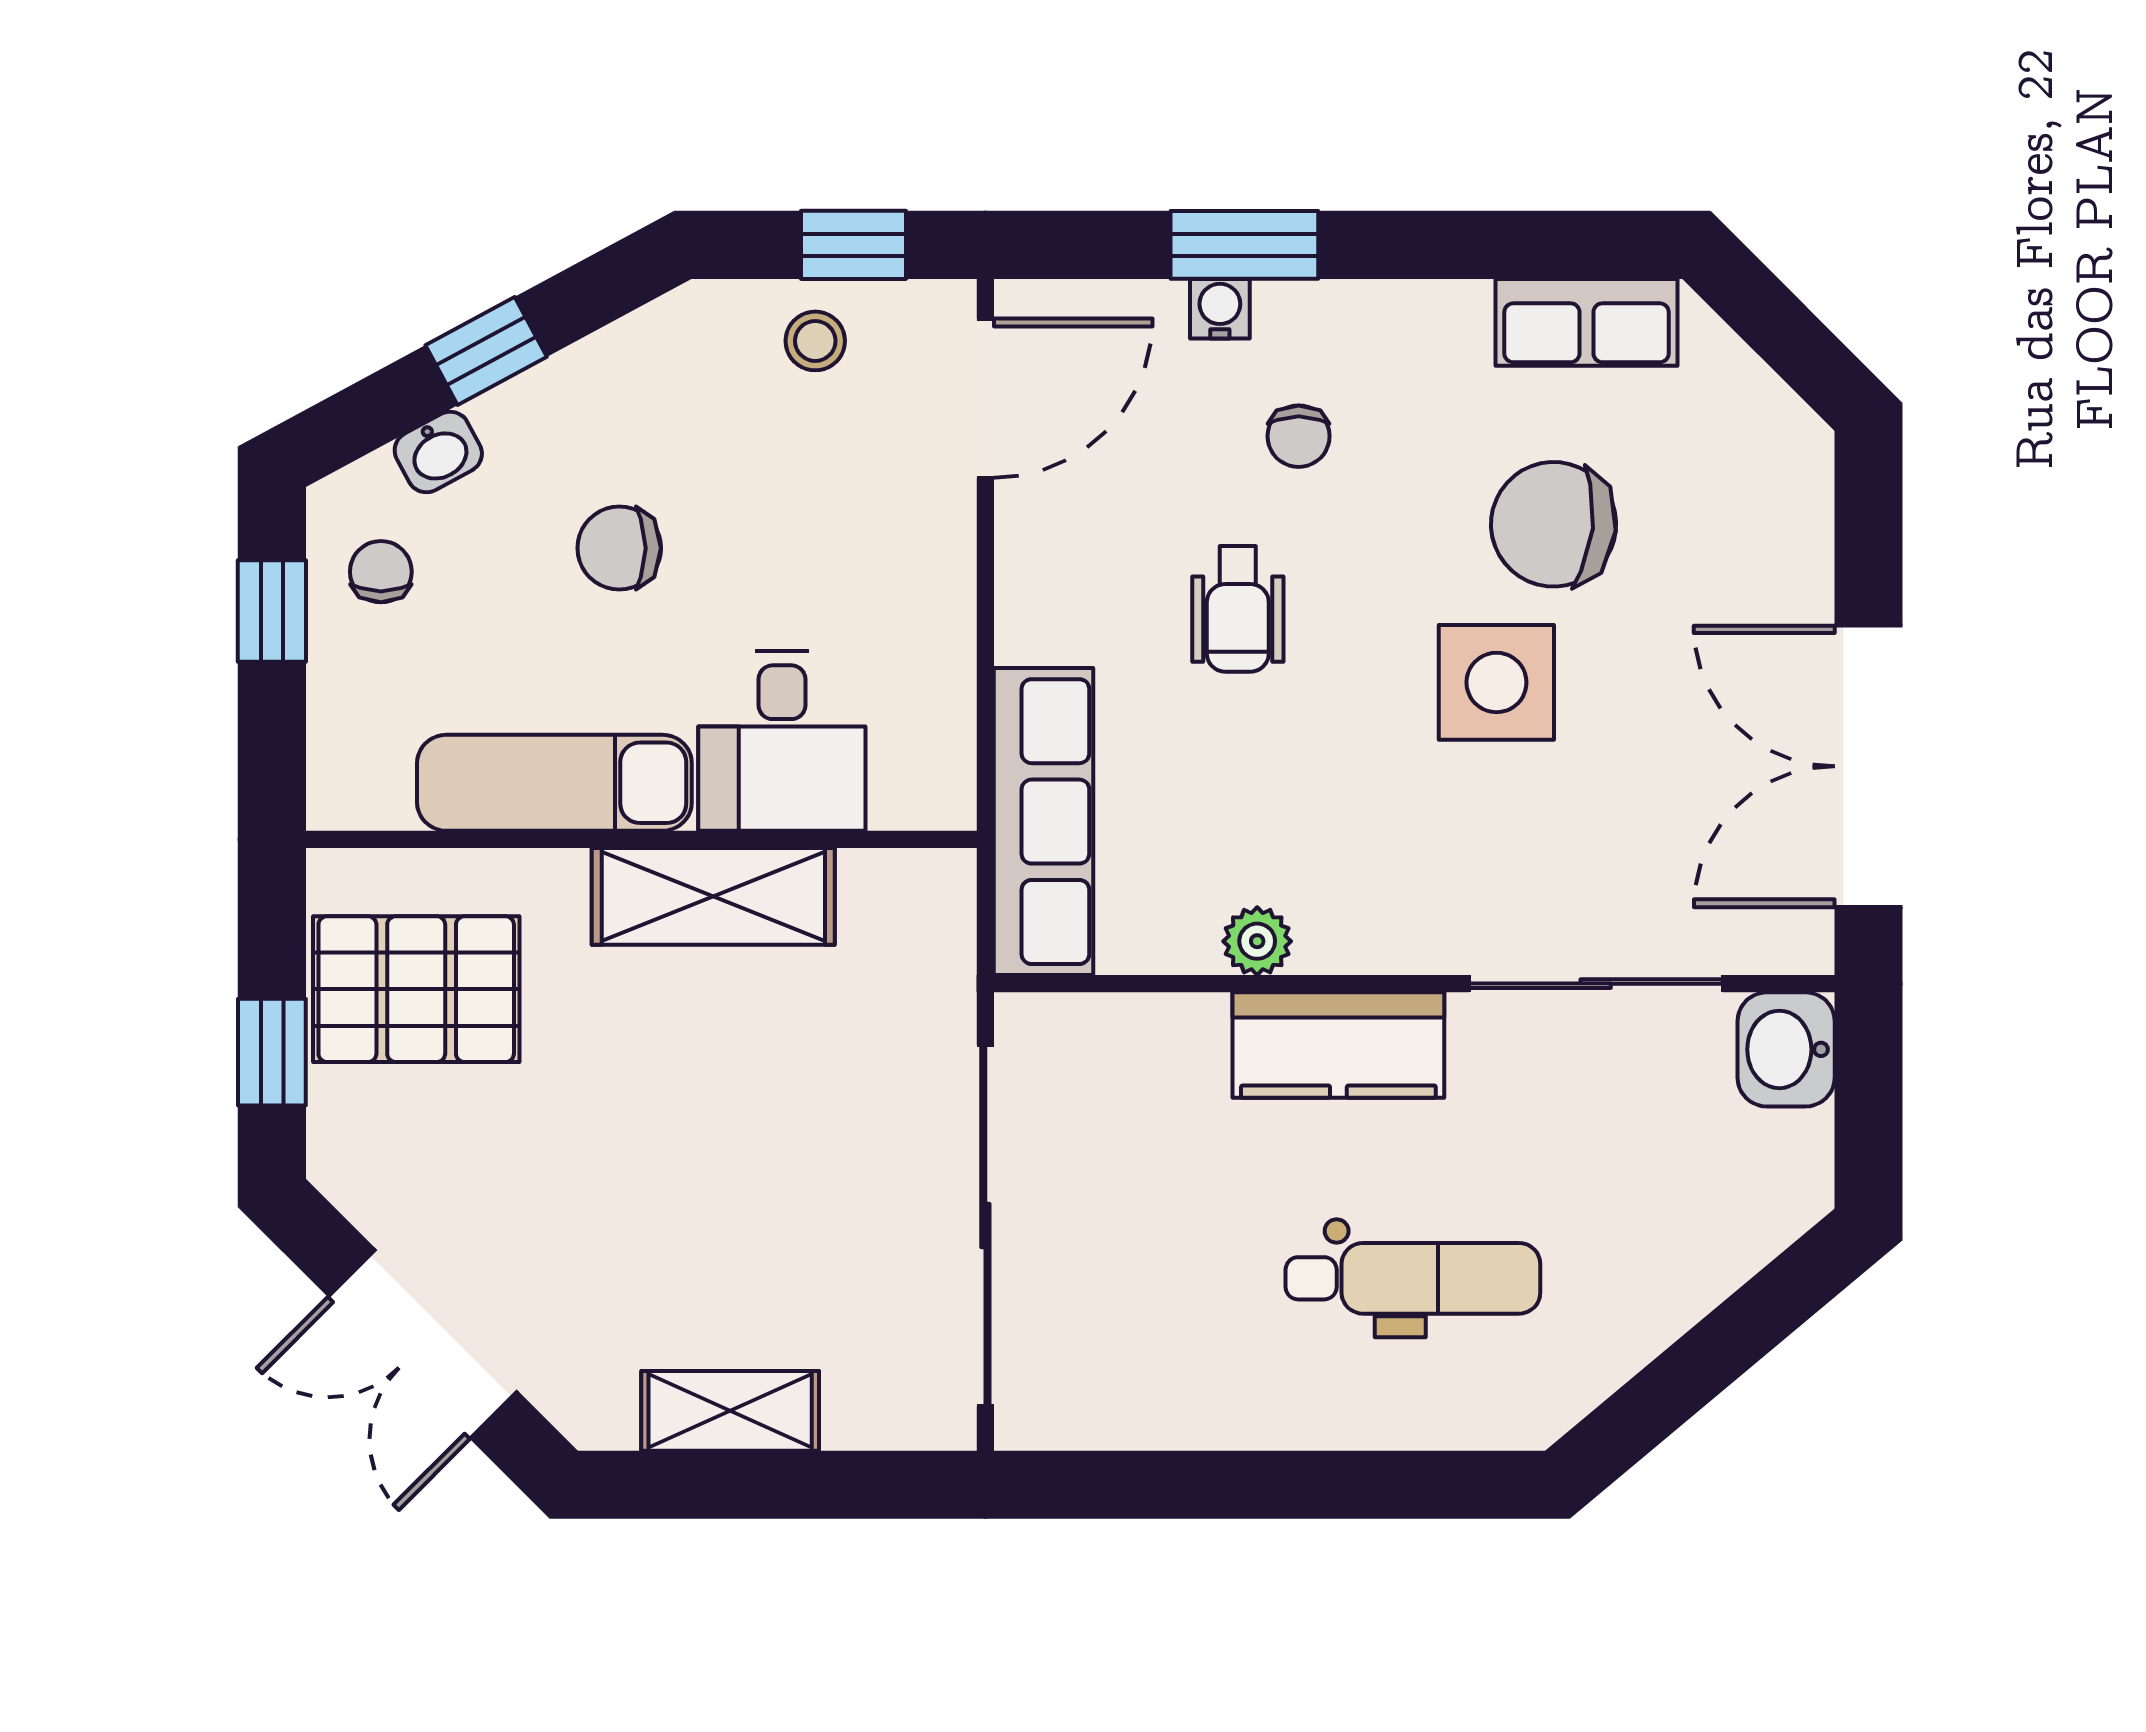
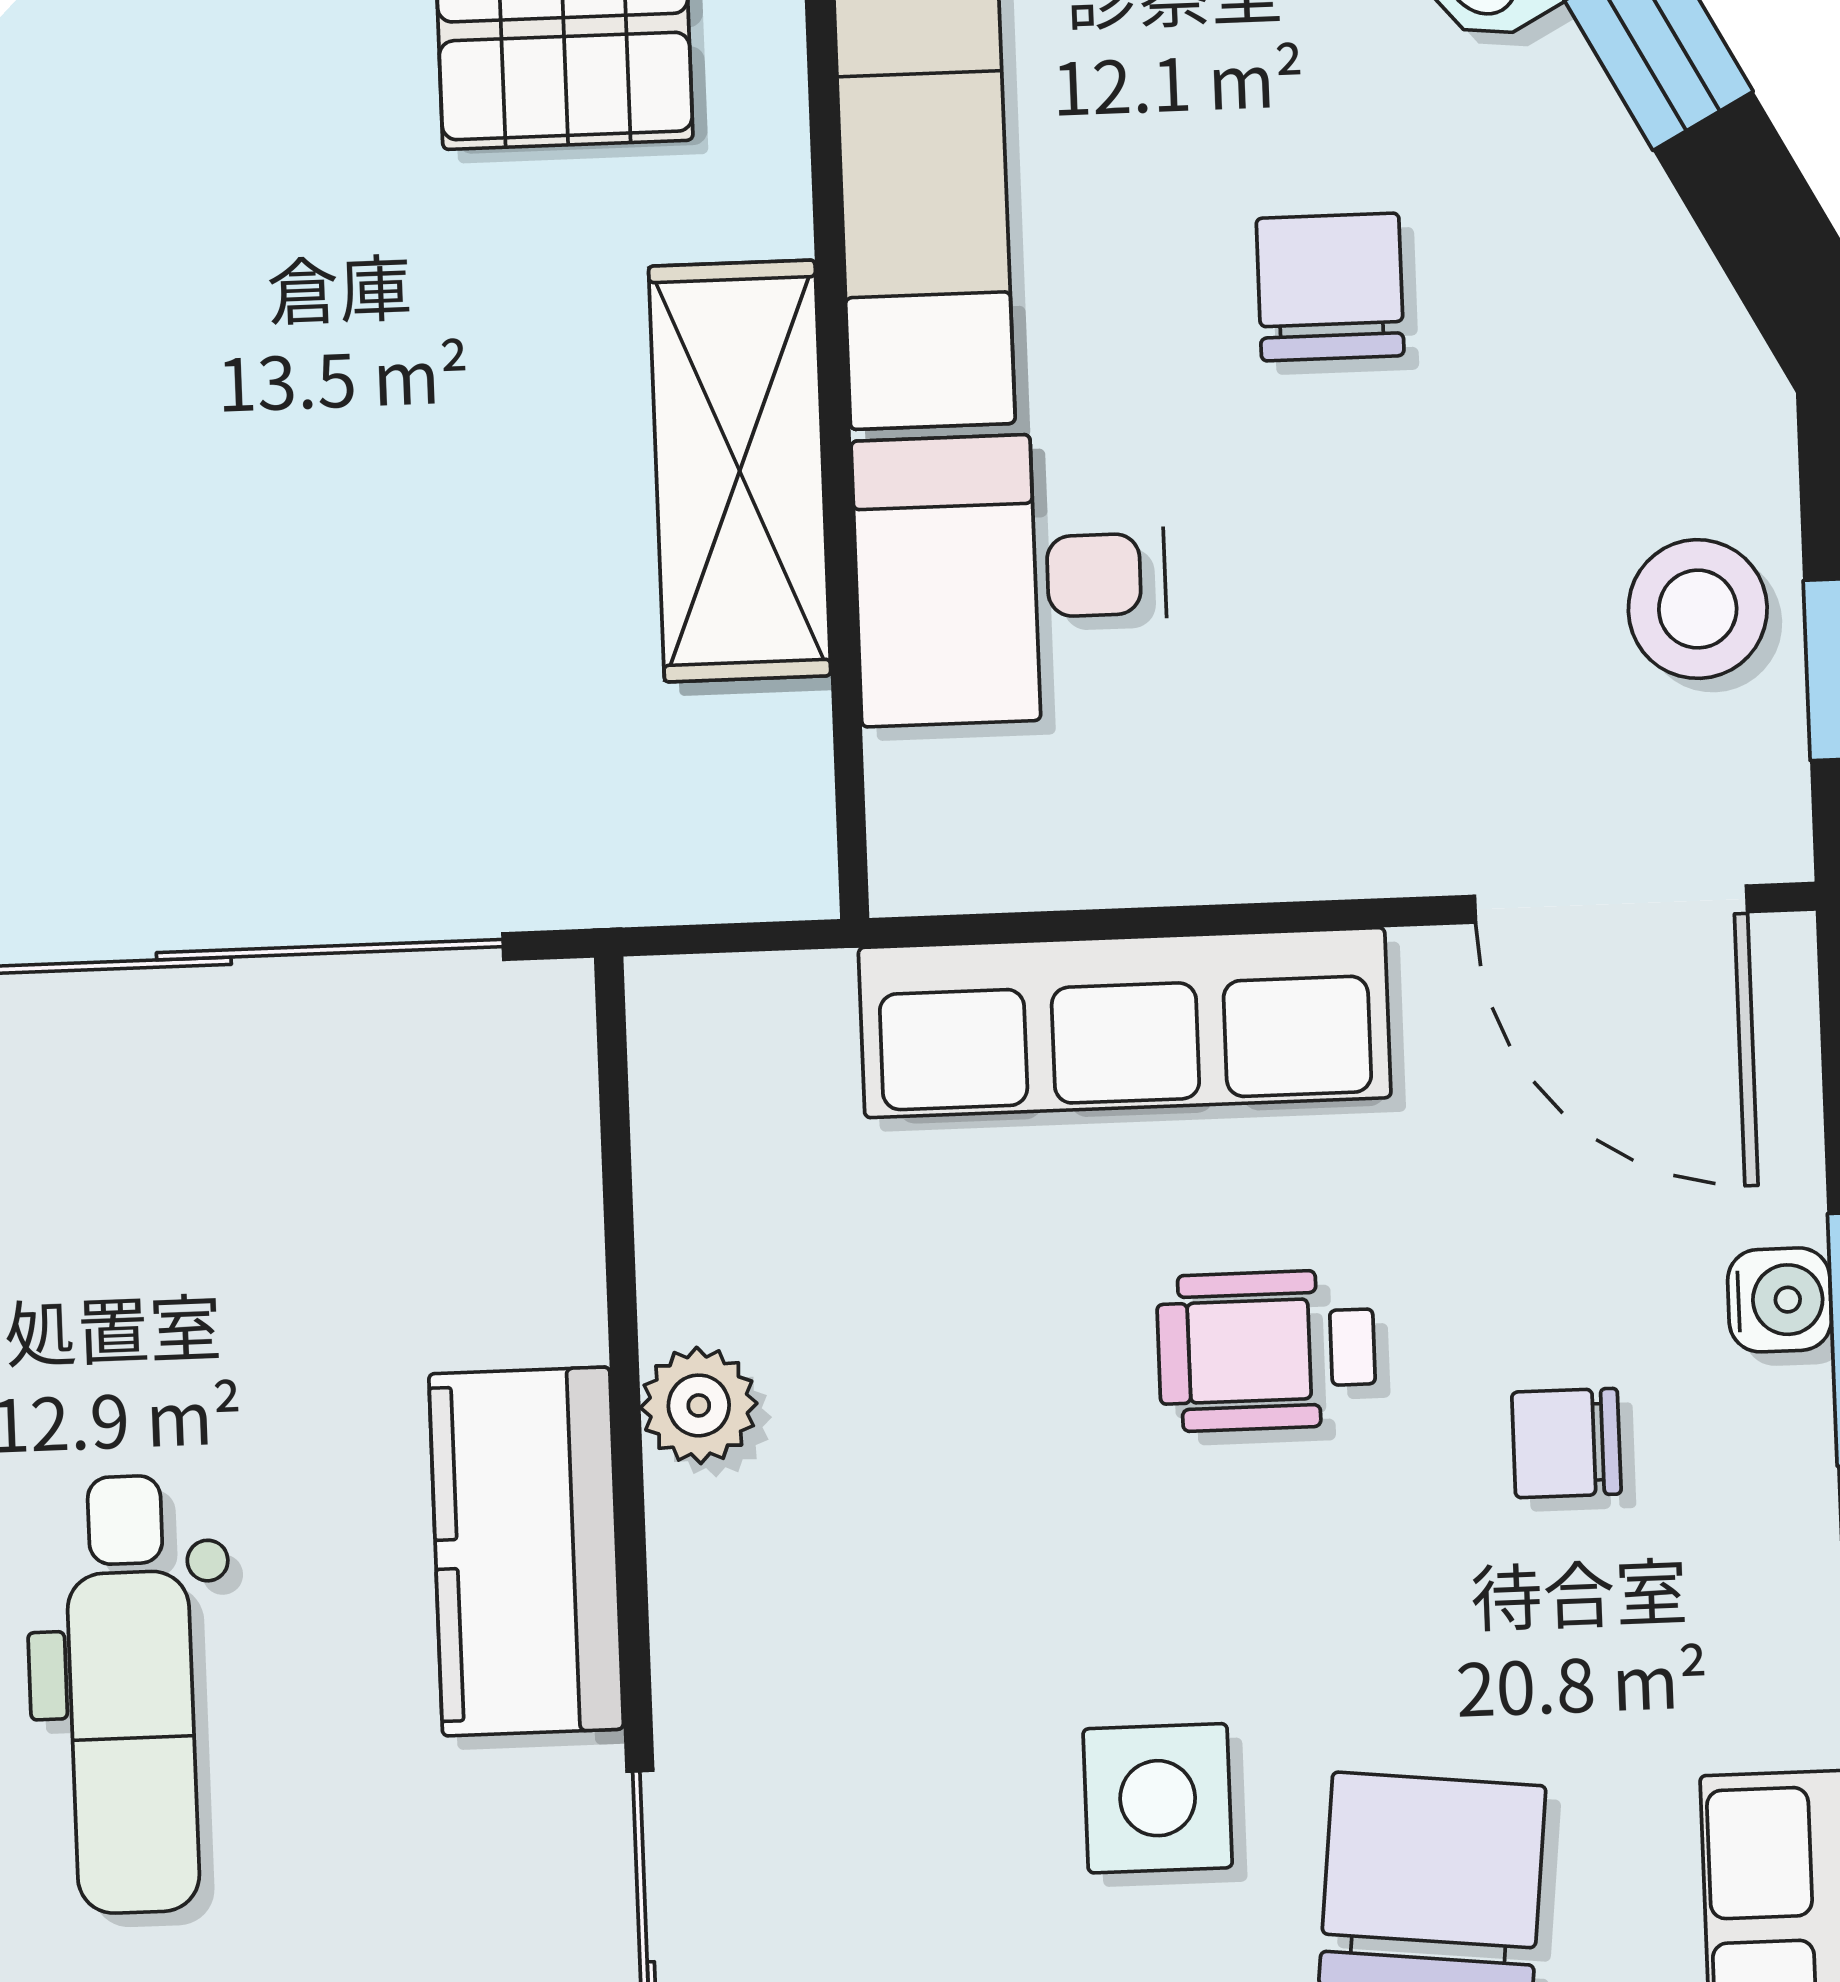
stool: (815, 341) -> (1698, 609), width x1.37, depth x1.37
side table: (1496, 682) -> (1158, 1798), width x0.73, depth x0.73
row of seats: (1044, 822) -> (1125, 1023), moved

